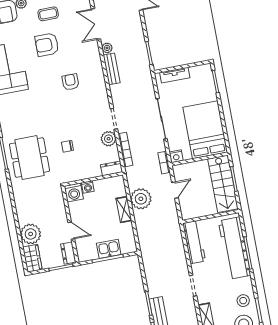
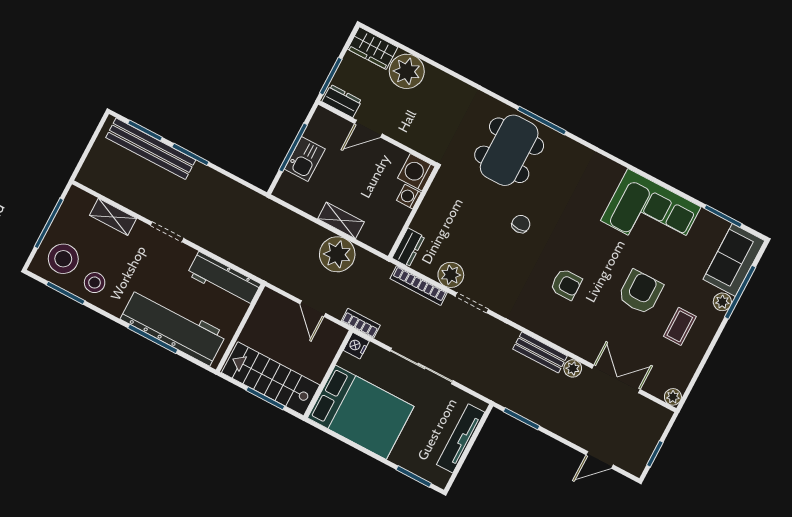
tv unit: (175, 75) -> (461, 438), width x1.41
chair: (67, 146) -> (521, 224), moved
dining table: (29, 158) -> (509, 150), turned 90

